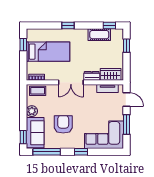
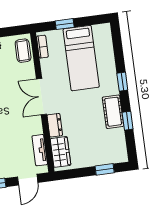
window: (109, 25) -> (128, 121), moved
cot: (99, 35) -> (113, 112), moved
window: (23, 45) -> (65, 24), moved

